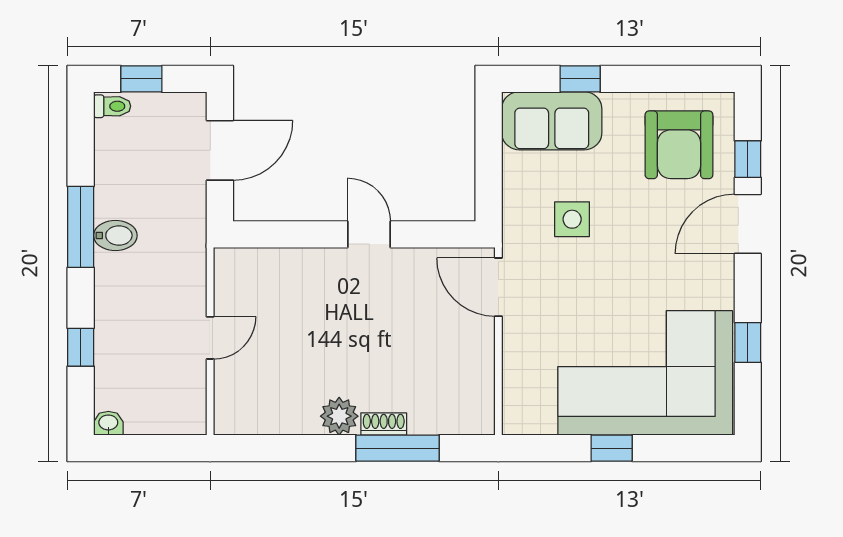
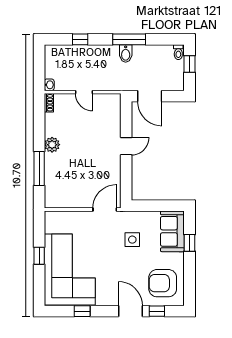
door: (220, 150) -> (150, 96), moved
door: (369, 234) -> (126, 146), moved
washbasin: (108, 423) -> (49, 85), moved
shoe rack: (384, 424) -> (49, 103), moved

